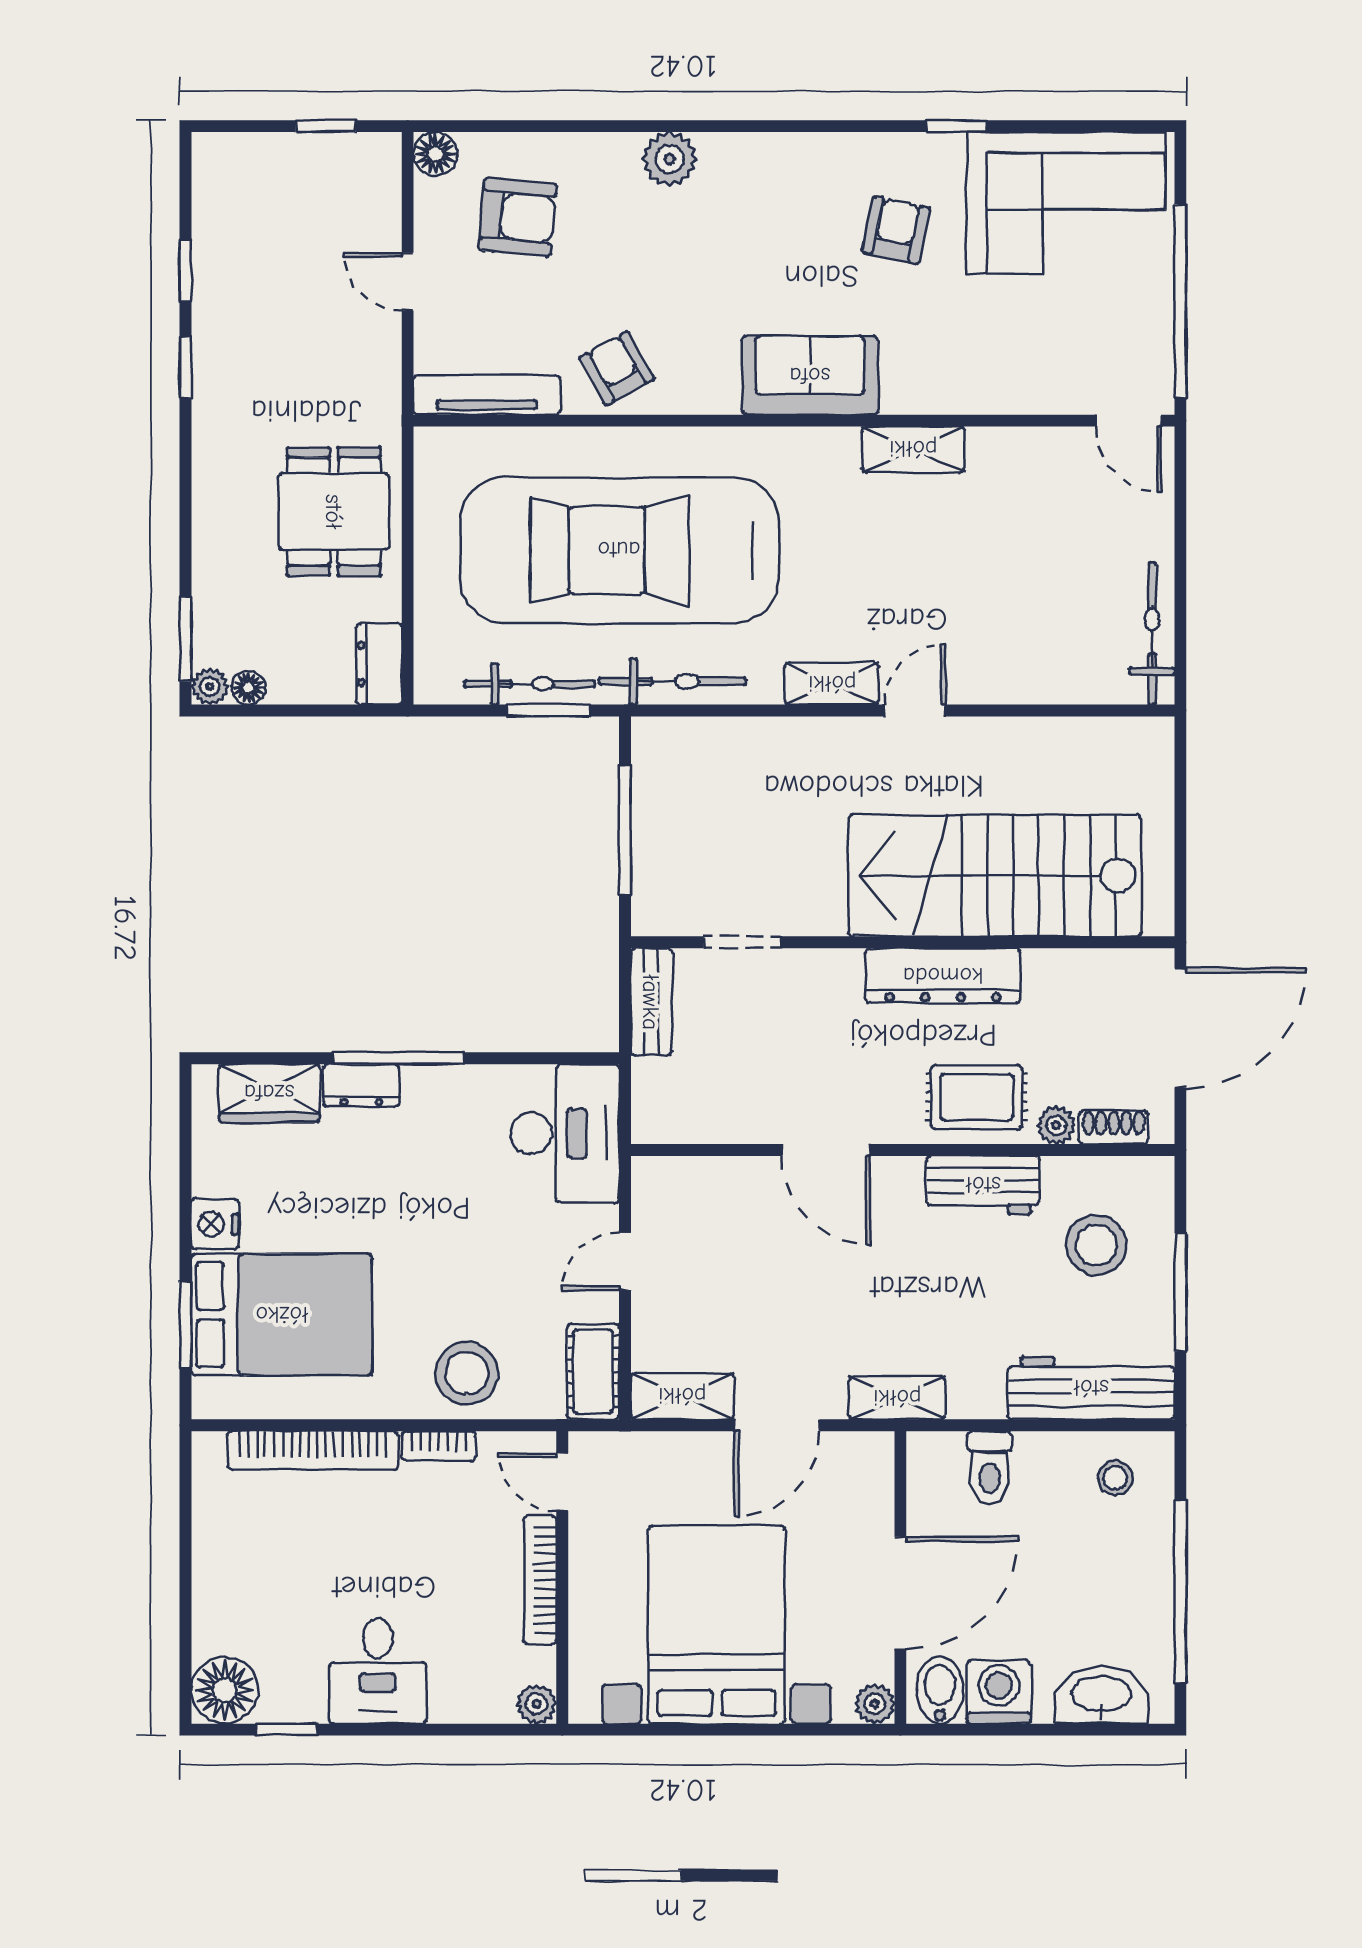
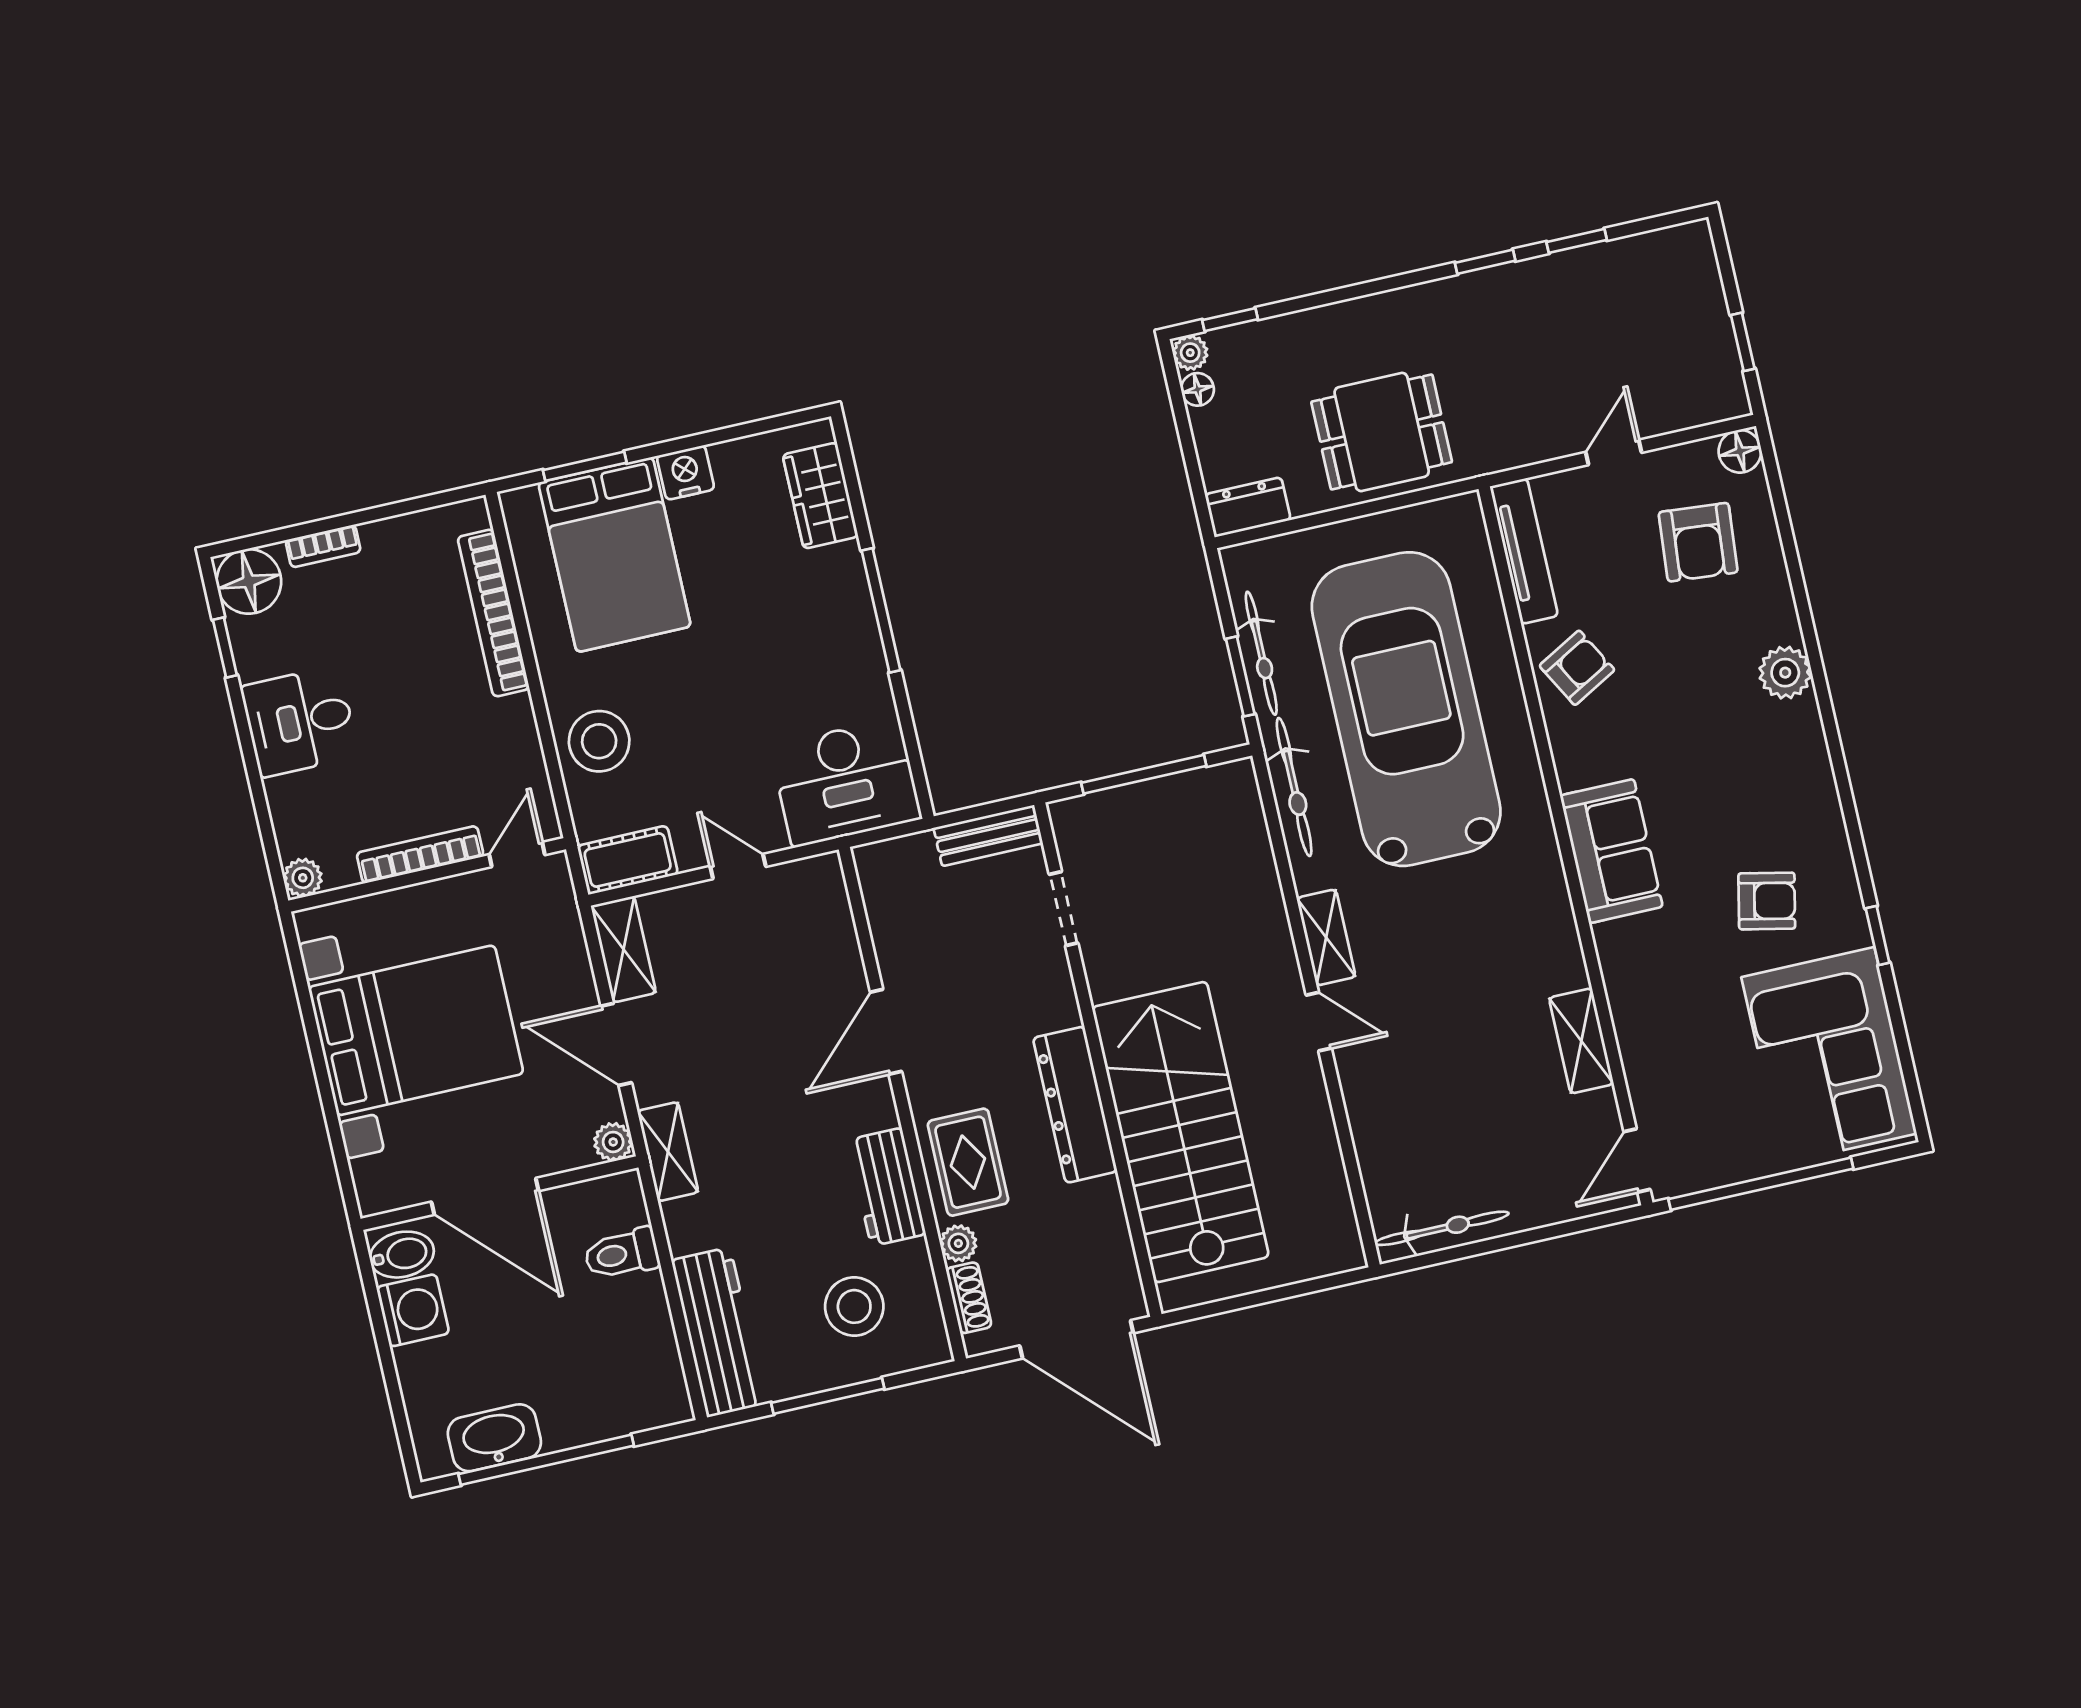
shelving: (913, 449) -> (1581, 1041), moved
window: (185, 639) -> (1230, 320), width x0.67
dresser: (361, 1085) -> (847, 581), removed
bookcase: (439, 1446) -> (323, 546), moved, turned -90
stool: (1115, 1478) -> (639, 1374), removed
washbasin: (1101, 1695) -> (494, 1438), moved, turned -90
plant: (875, 1704) -> (613, 1142), moved

